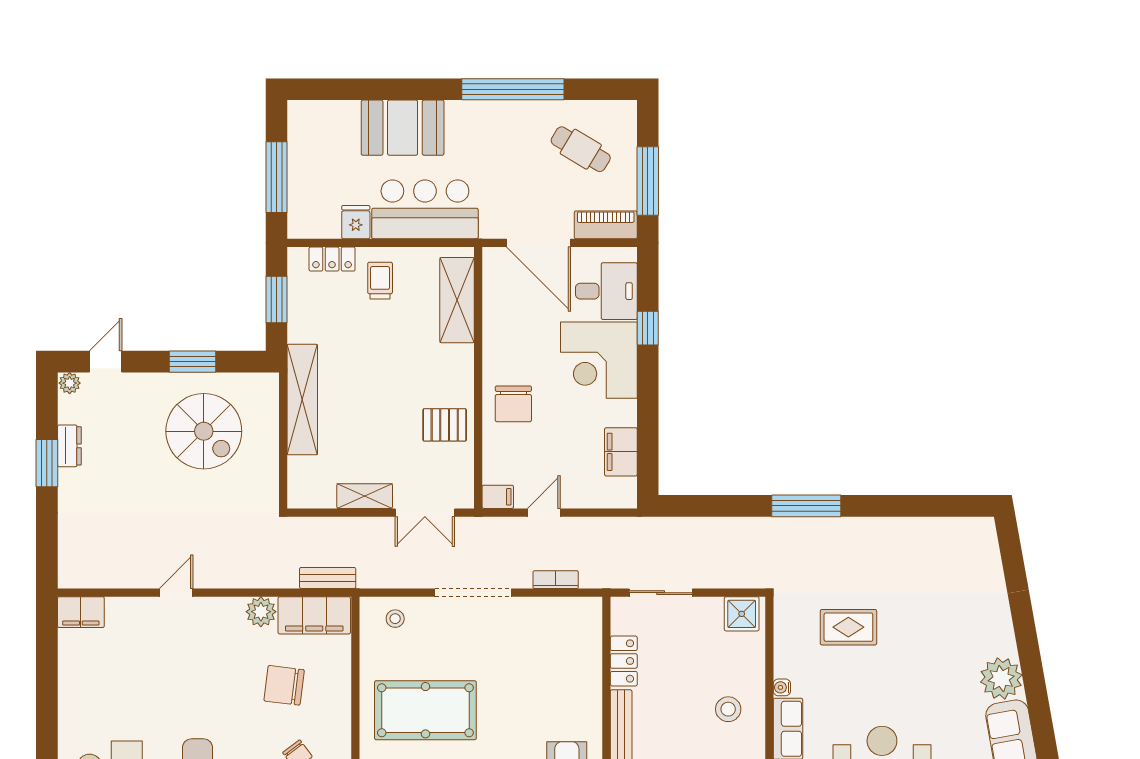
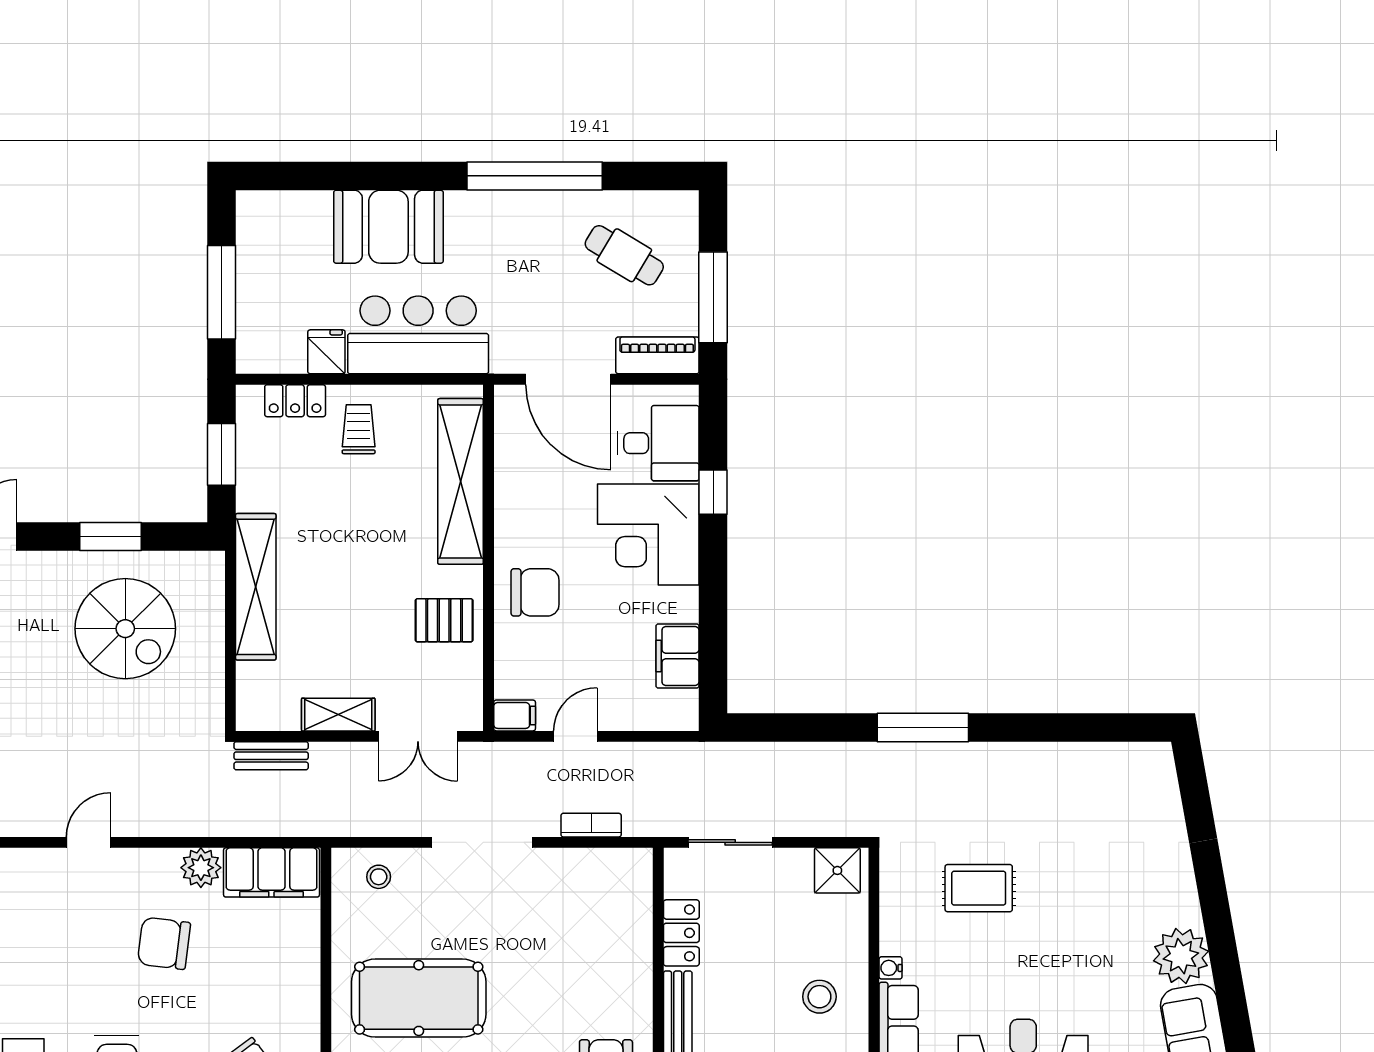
shelving: (457, 300) -> (461, 481), width x1.47
chair: (513, 404) -> (535, 592), turned -90
bench: (328, 578) -> (271, 756), moved
chair: (284, 685) -> (164, 943), moved

